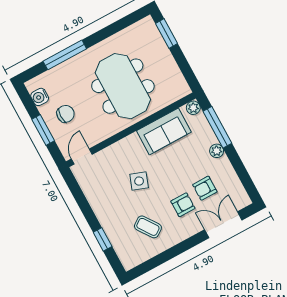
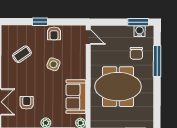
chair: (66, 114) -> (136, 53), moved
window: (43, 130) -> (138, 22), moved
armchair: (183, 205) -> (54, 33), moved
window: (103, 239) -> (40, 22), moved

